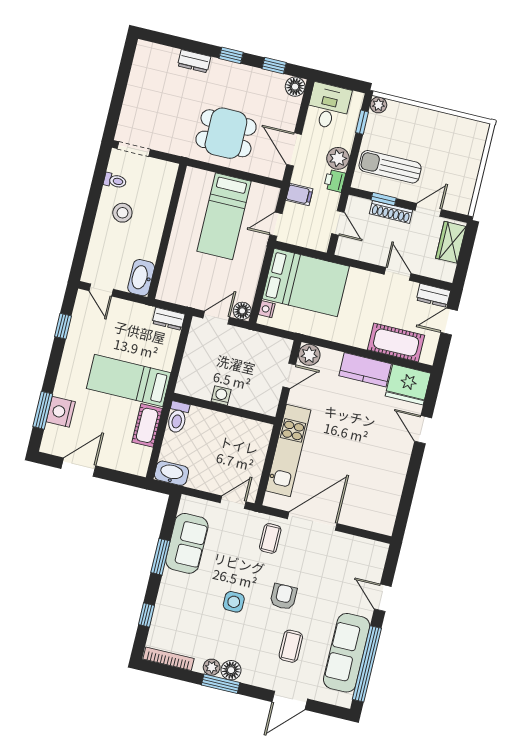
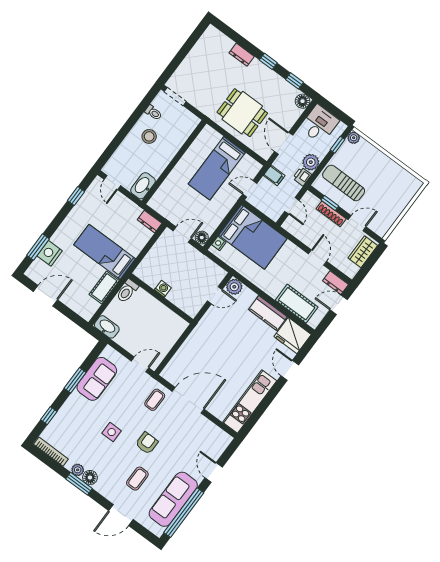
kitchen unit: (288, 450) -> (250, 402), moved, turned 180

